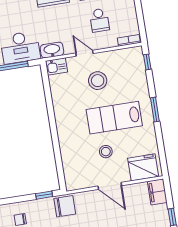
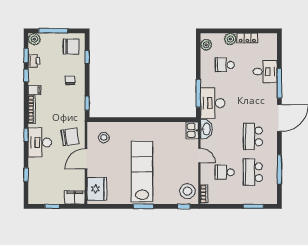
door: (84, 53) -> (199, 155), hinge flipped
stool: (98, 81) -> (187, 191), moved
lab bench: (114, 118) -> (142, 172), width x1.36
stool: (106, 152) -> (104, 137), moved
chair: (65, 206) -> (70, 137), moved, turned -99

